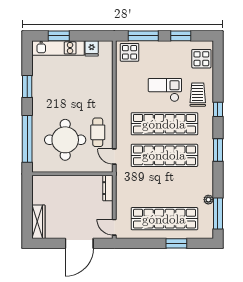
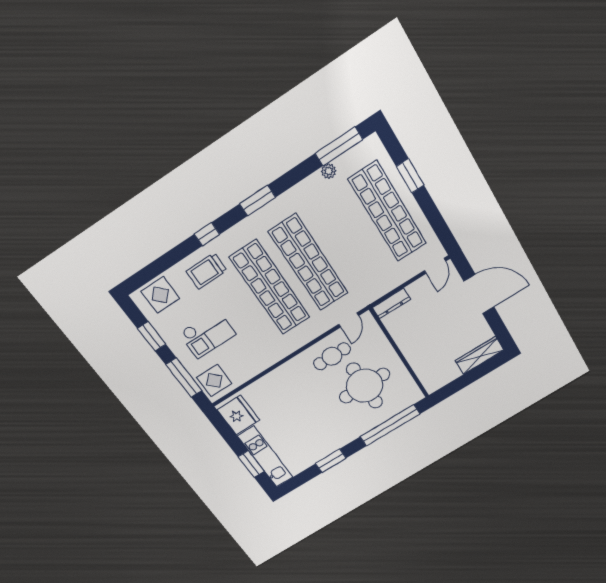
fridge: (92, 48) -> (238, 415), width x1.88, depth x1.34
checkout: (165, 90) -> (207, 334), moved, turned -90

